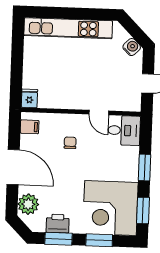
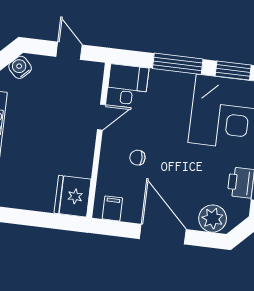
fridge: (29, 98) -> (73, 196), width x1.88, depth x1.34
door: (13, 167) -> (163, 234), hinge flipped
window: (145, 168) -> (178, 64), width x1.44

